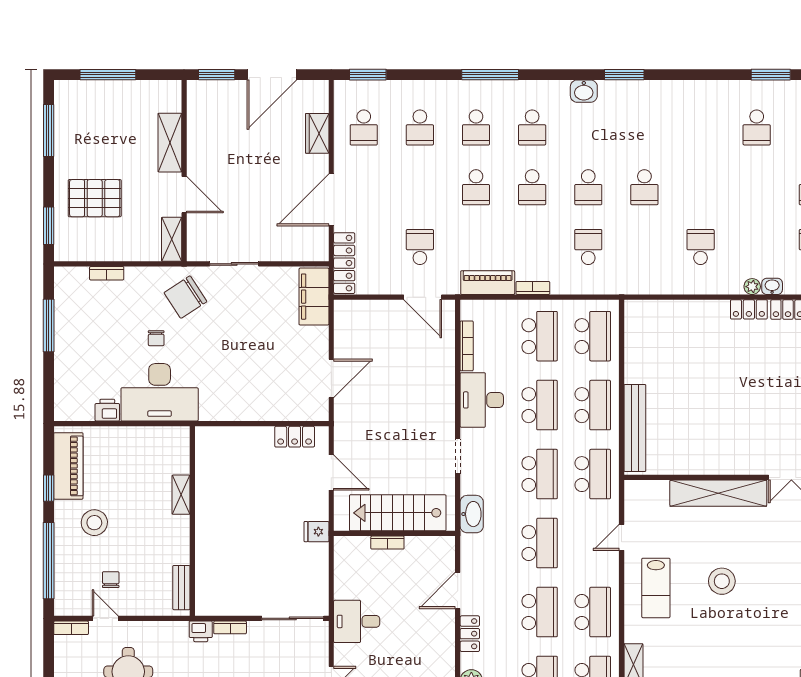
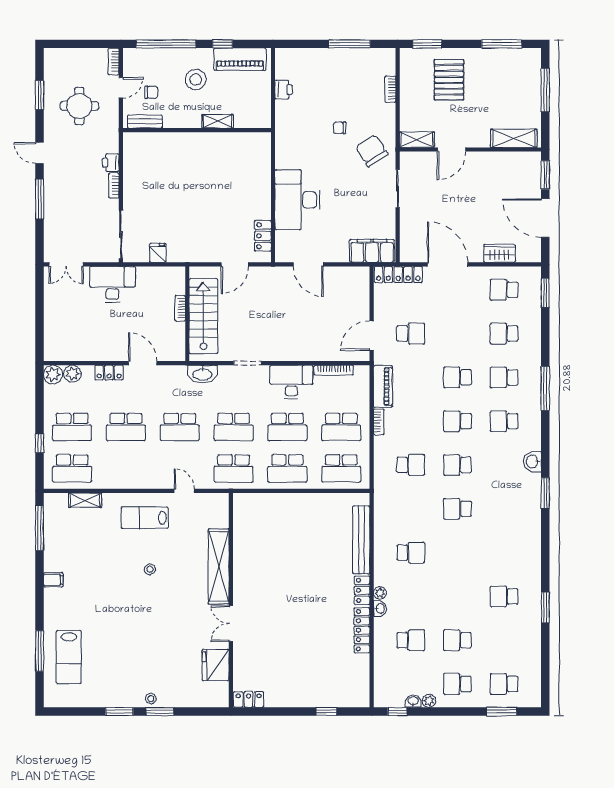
shelving: (170, 143) -> (514, 138), moved
desk: (160, 392) -> (297, 200), moved
bench: (635, 428) -> (361, 540), moved, turned 90
shelving: (181, 495) -> (217, 121), moved
wall: (192, 521) -> (197, 130), moved
fridge: (316, 532) -> (158, 253), moved
stool: (722, 581) -> (150, 569), width x0.53, depth x0.53
bench: (181, 588) -> (145, 122), moved
school desk: (593, 612) -> (126, 468), removed
desk: (357, 621) -> (112, 284), width x1.37

